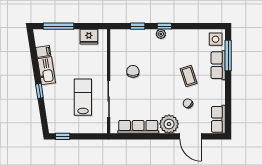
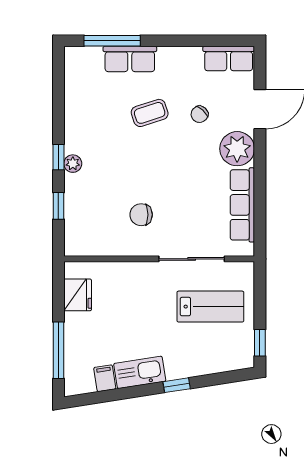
side table: (216, 39) -> (82, 64), removed
lab bench: (83, 97) -> (210, 307), moved, turned 180

